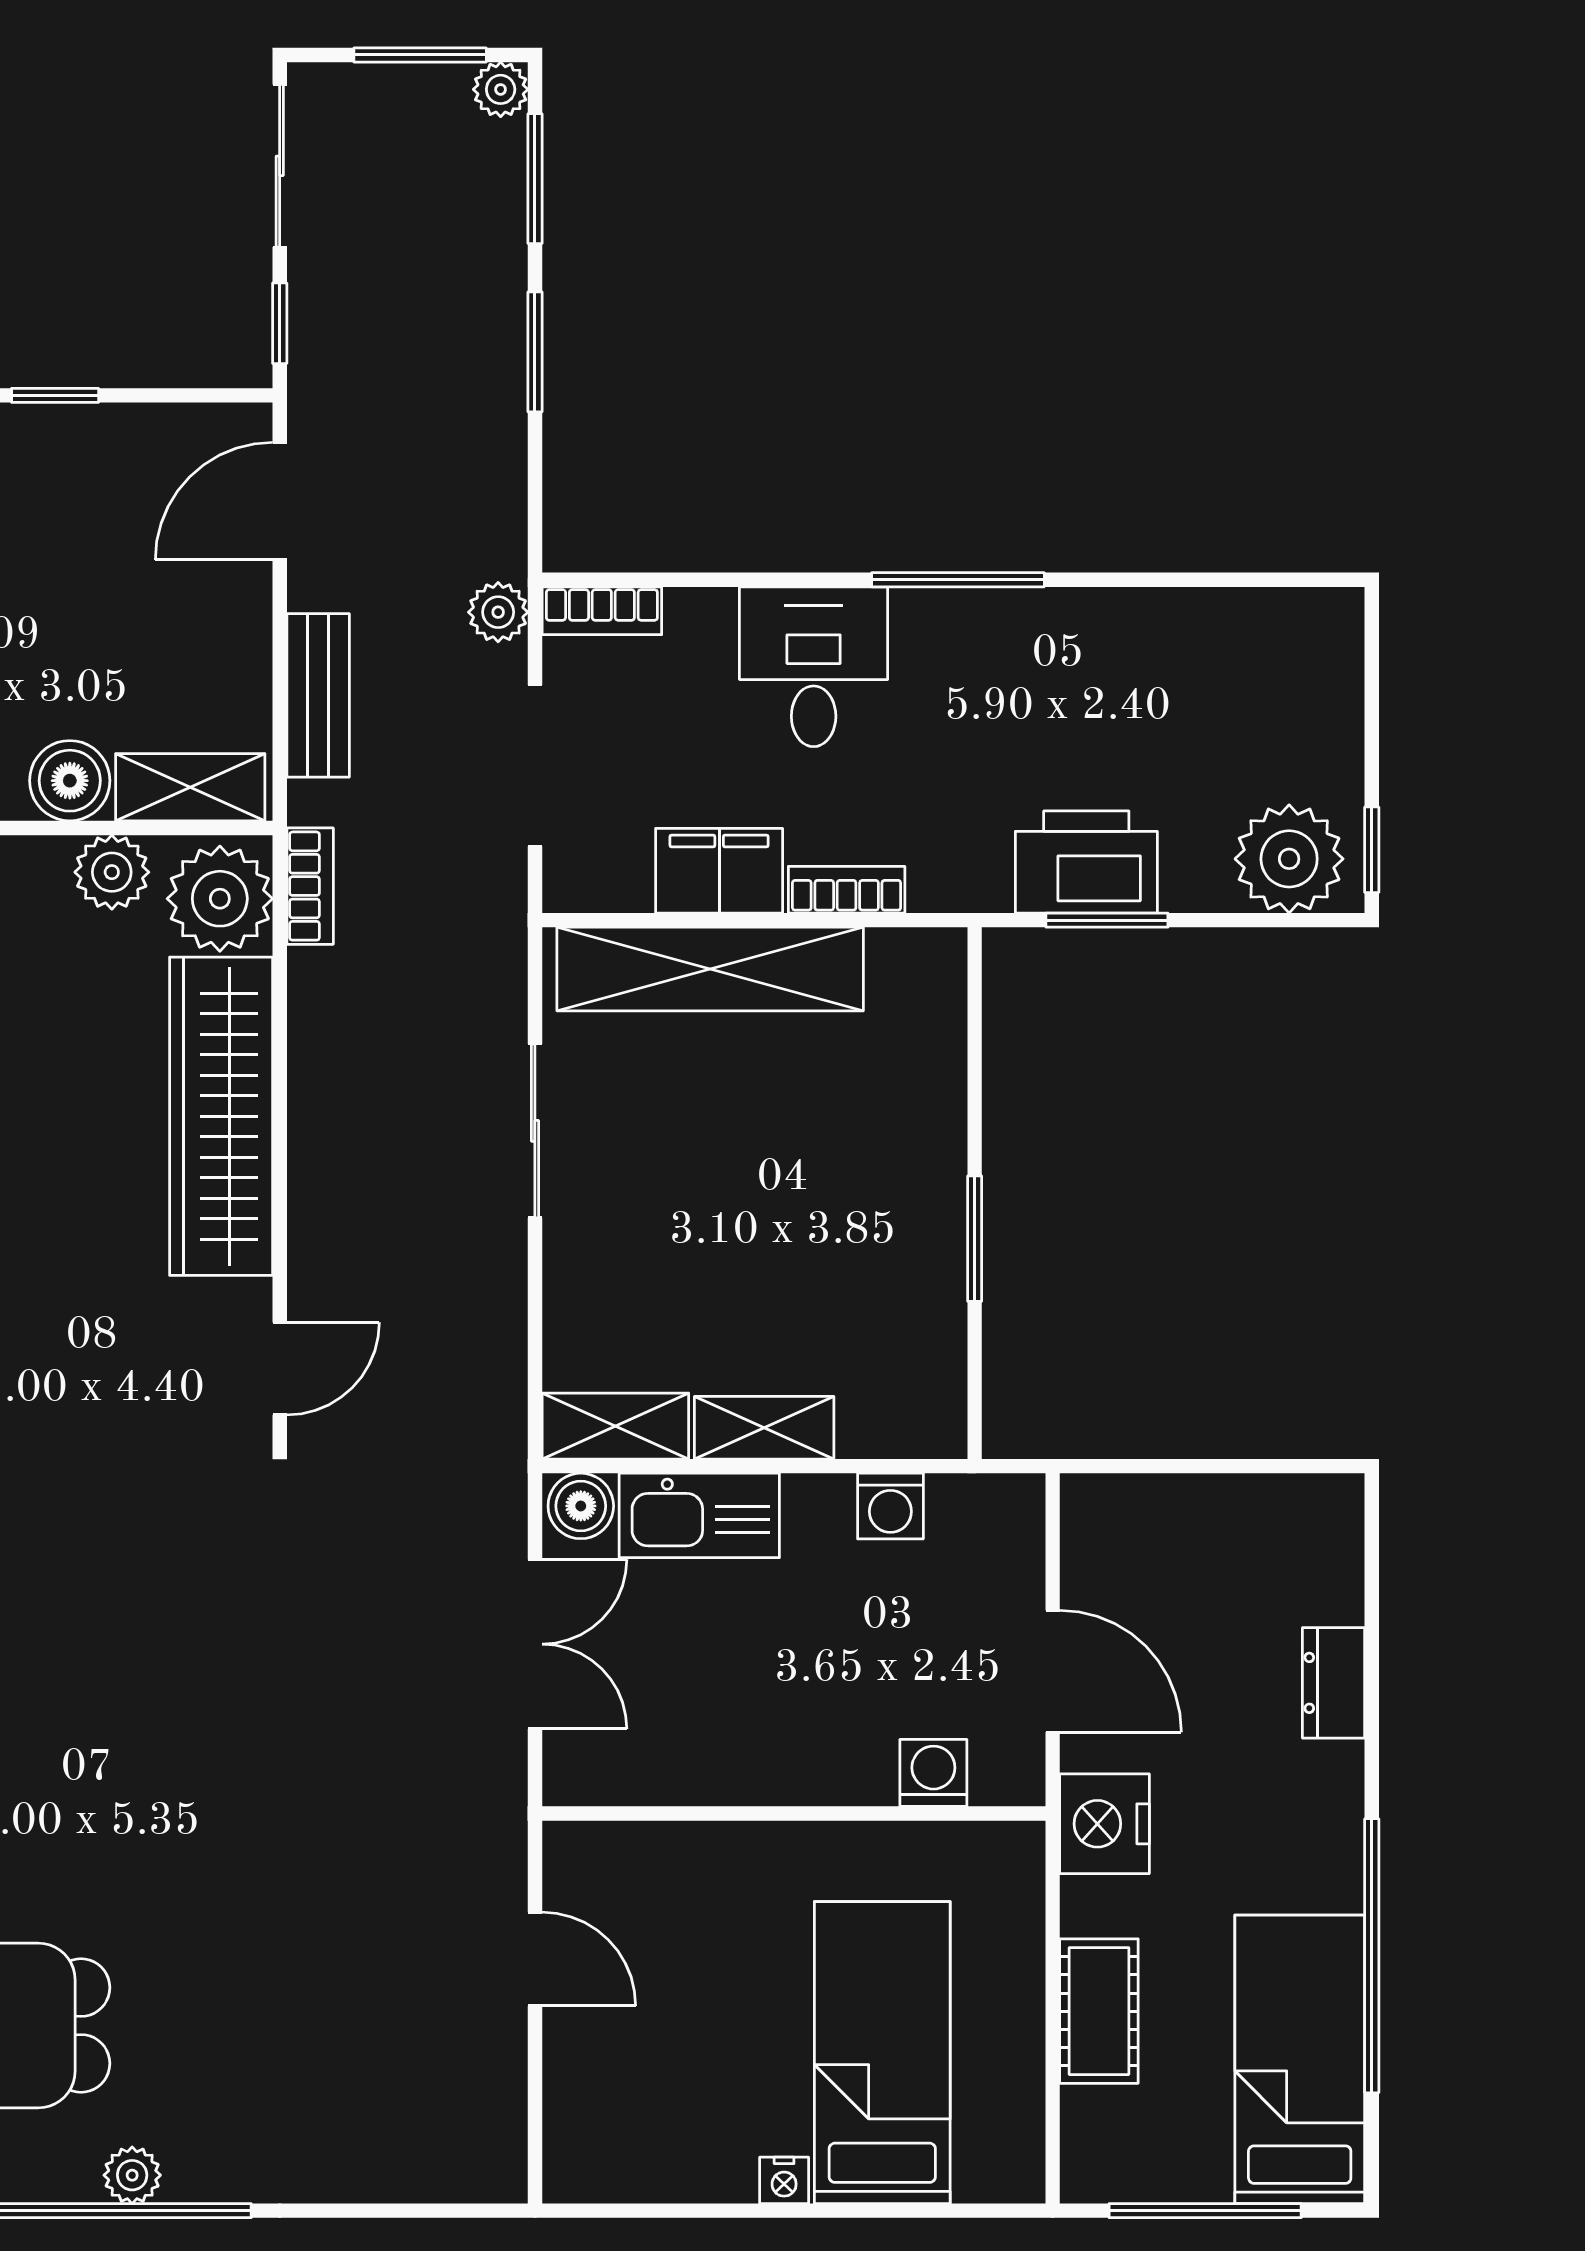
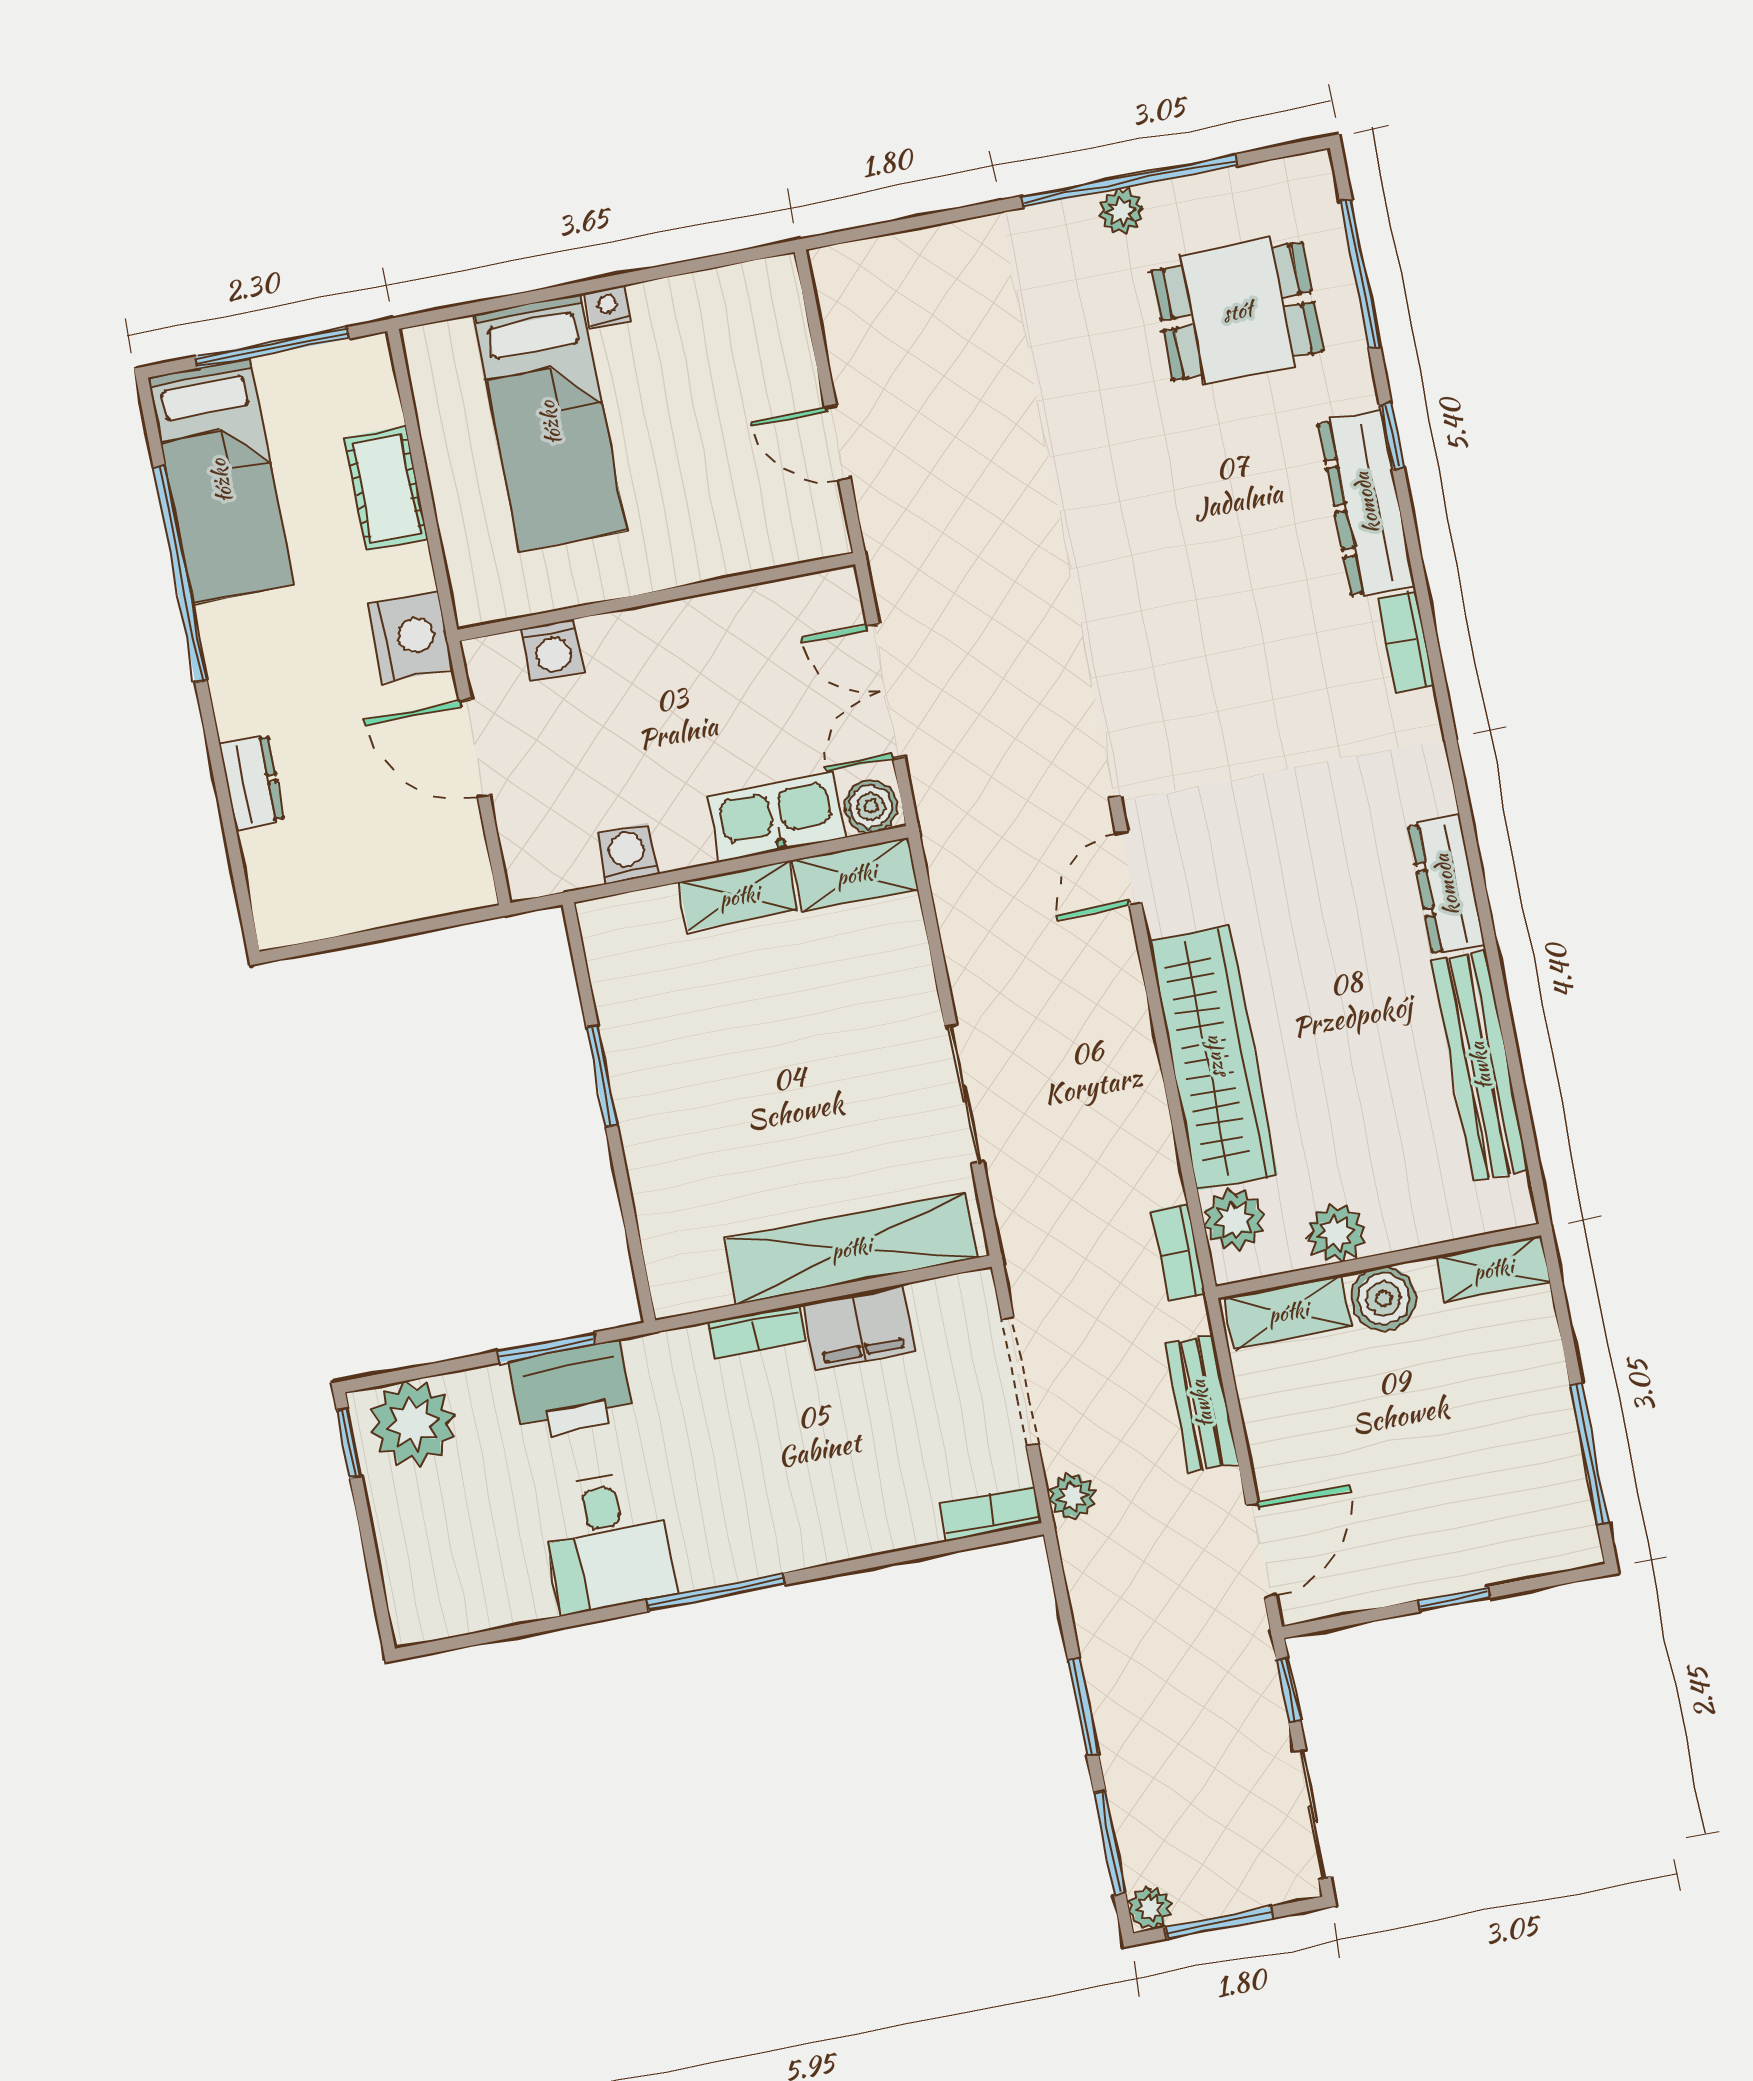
desk: (814, 667) -> (608, 1542), moved
plant: (220, 899) -> (1234, 1220), width x0.73, depth x0.73

